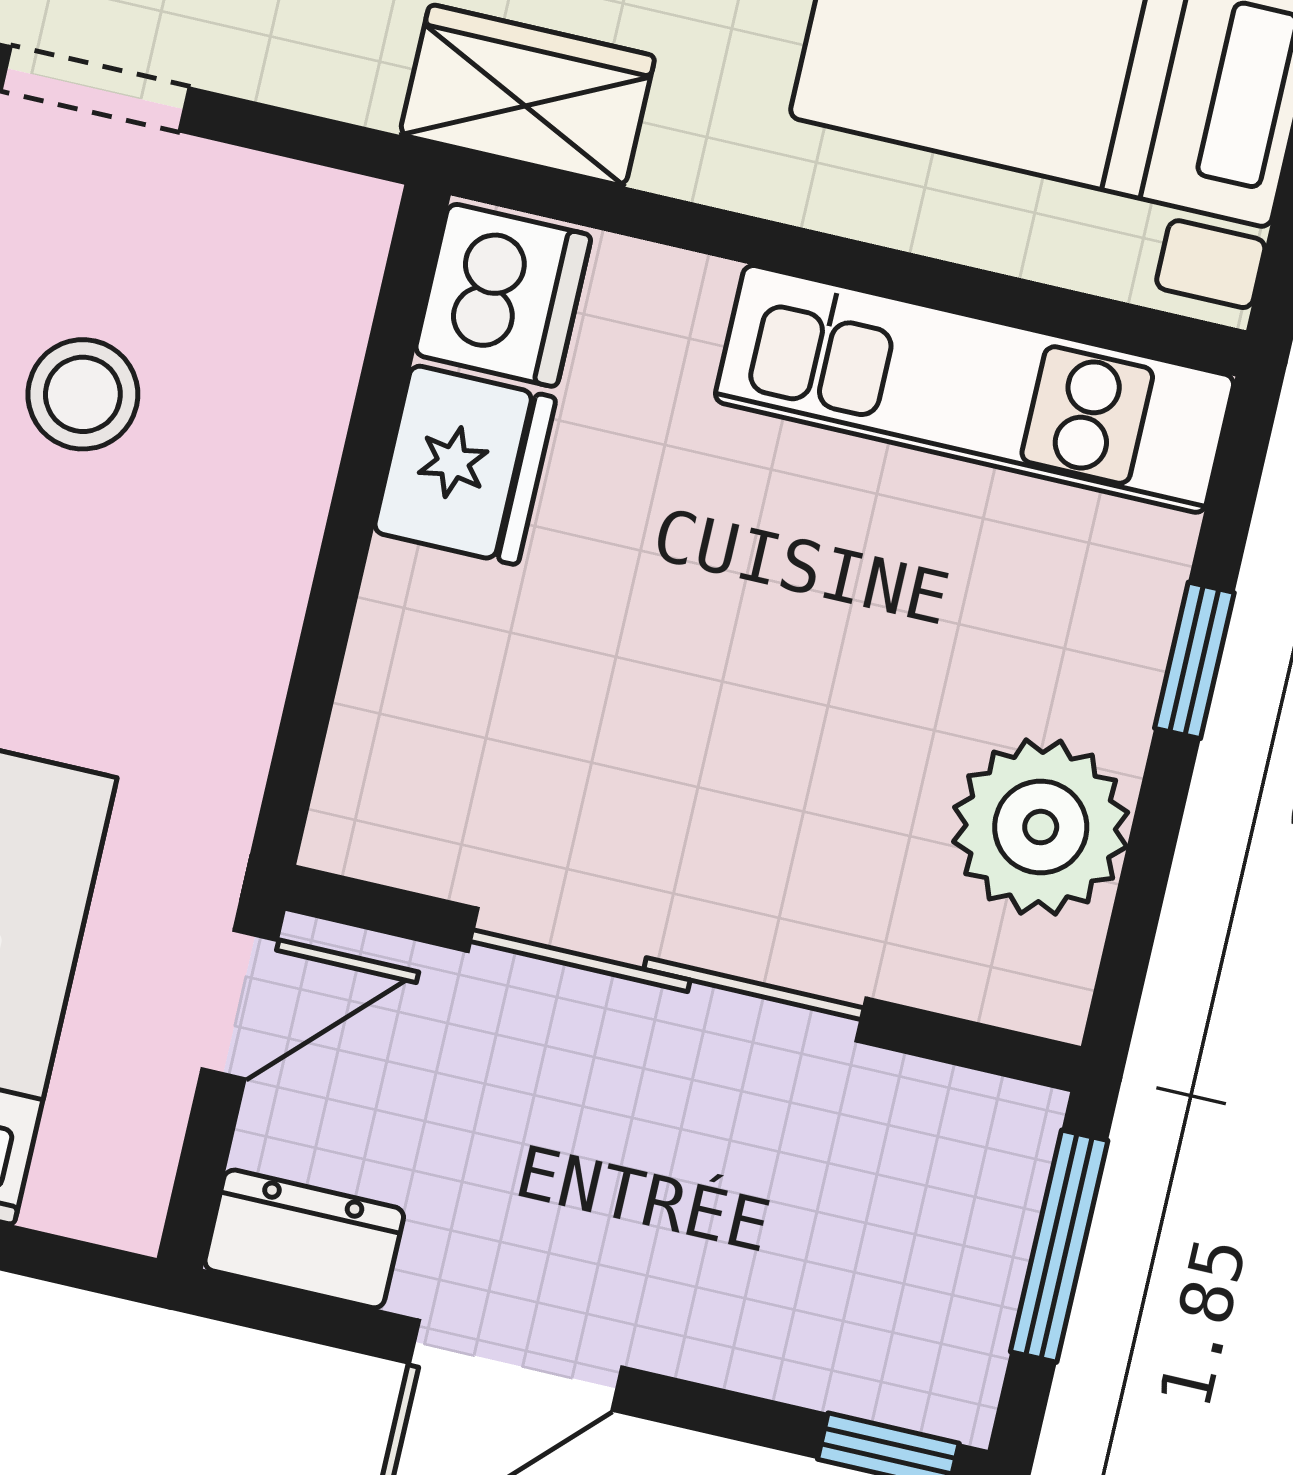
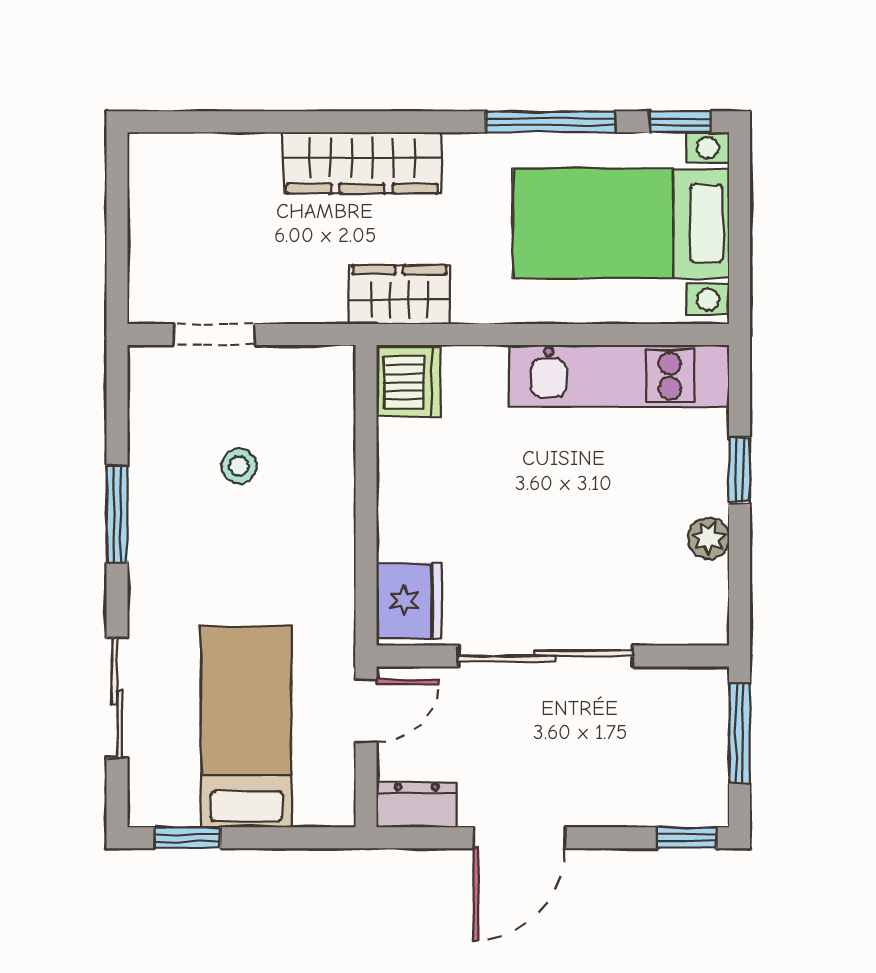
stool: (83, 394) -> (239, 466), width x0.73, depth x0.73
fridge: (465, 465) -> (409, 601), moved
plant: (1041, 827) -> (709, 538), width x0.53, depth x0.53

